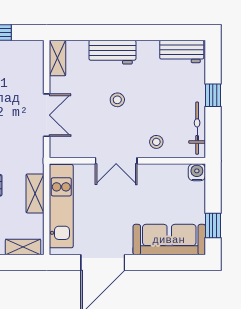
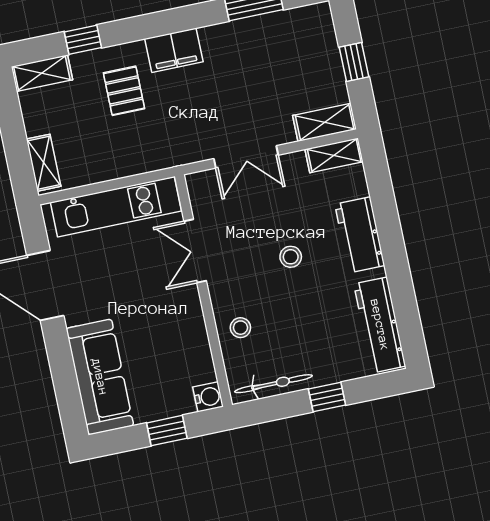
workbench: (182, 51) -> (380, 325), width x1.38
double door: (116, 161) -> (195, 251), moved
shelving: (35, 193) -> (325, 122), moved
window: (213, 225) -> (167, 431), moved

